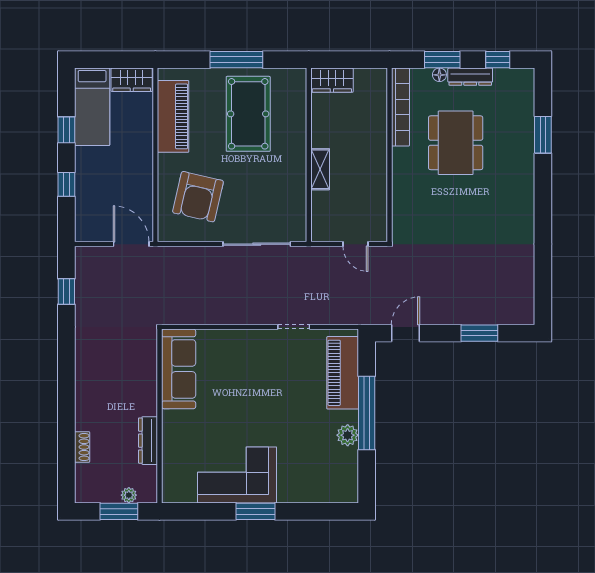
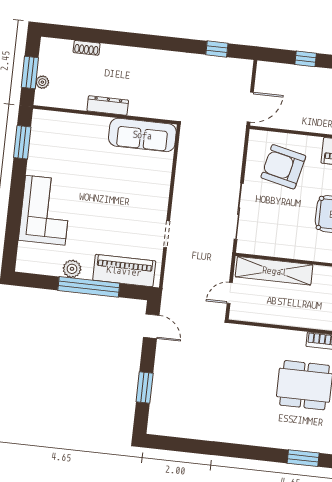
shelving: (320, 169) -> (274, 271), width x2.20, depth x1.33
dresser: (148, 441) -> (108, 105), moved
corner sofa: (237, 475) -> (45, 210), moved
window: (255, 511) -> (22, 142), moved

